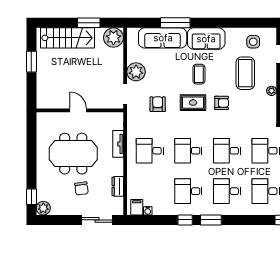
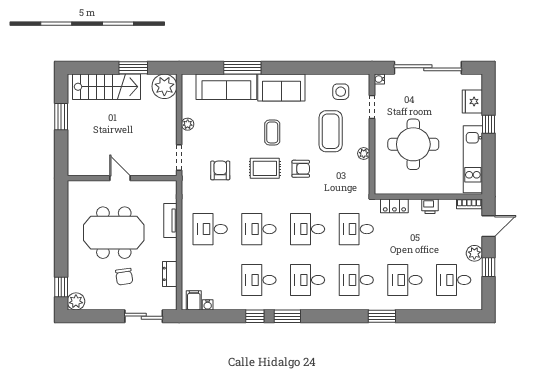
plant: (136, 72) -> (188, 124), width x0.53, depth x0.53

